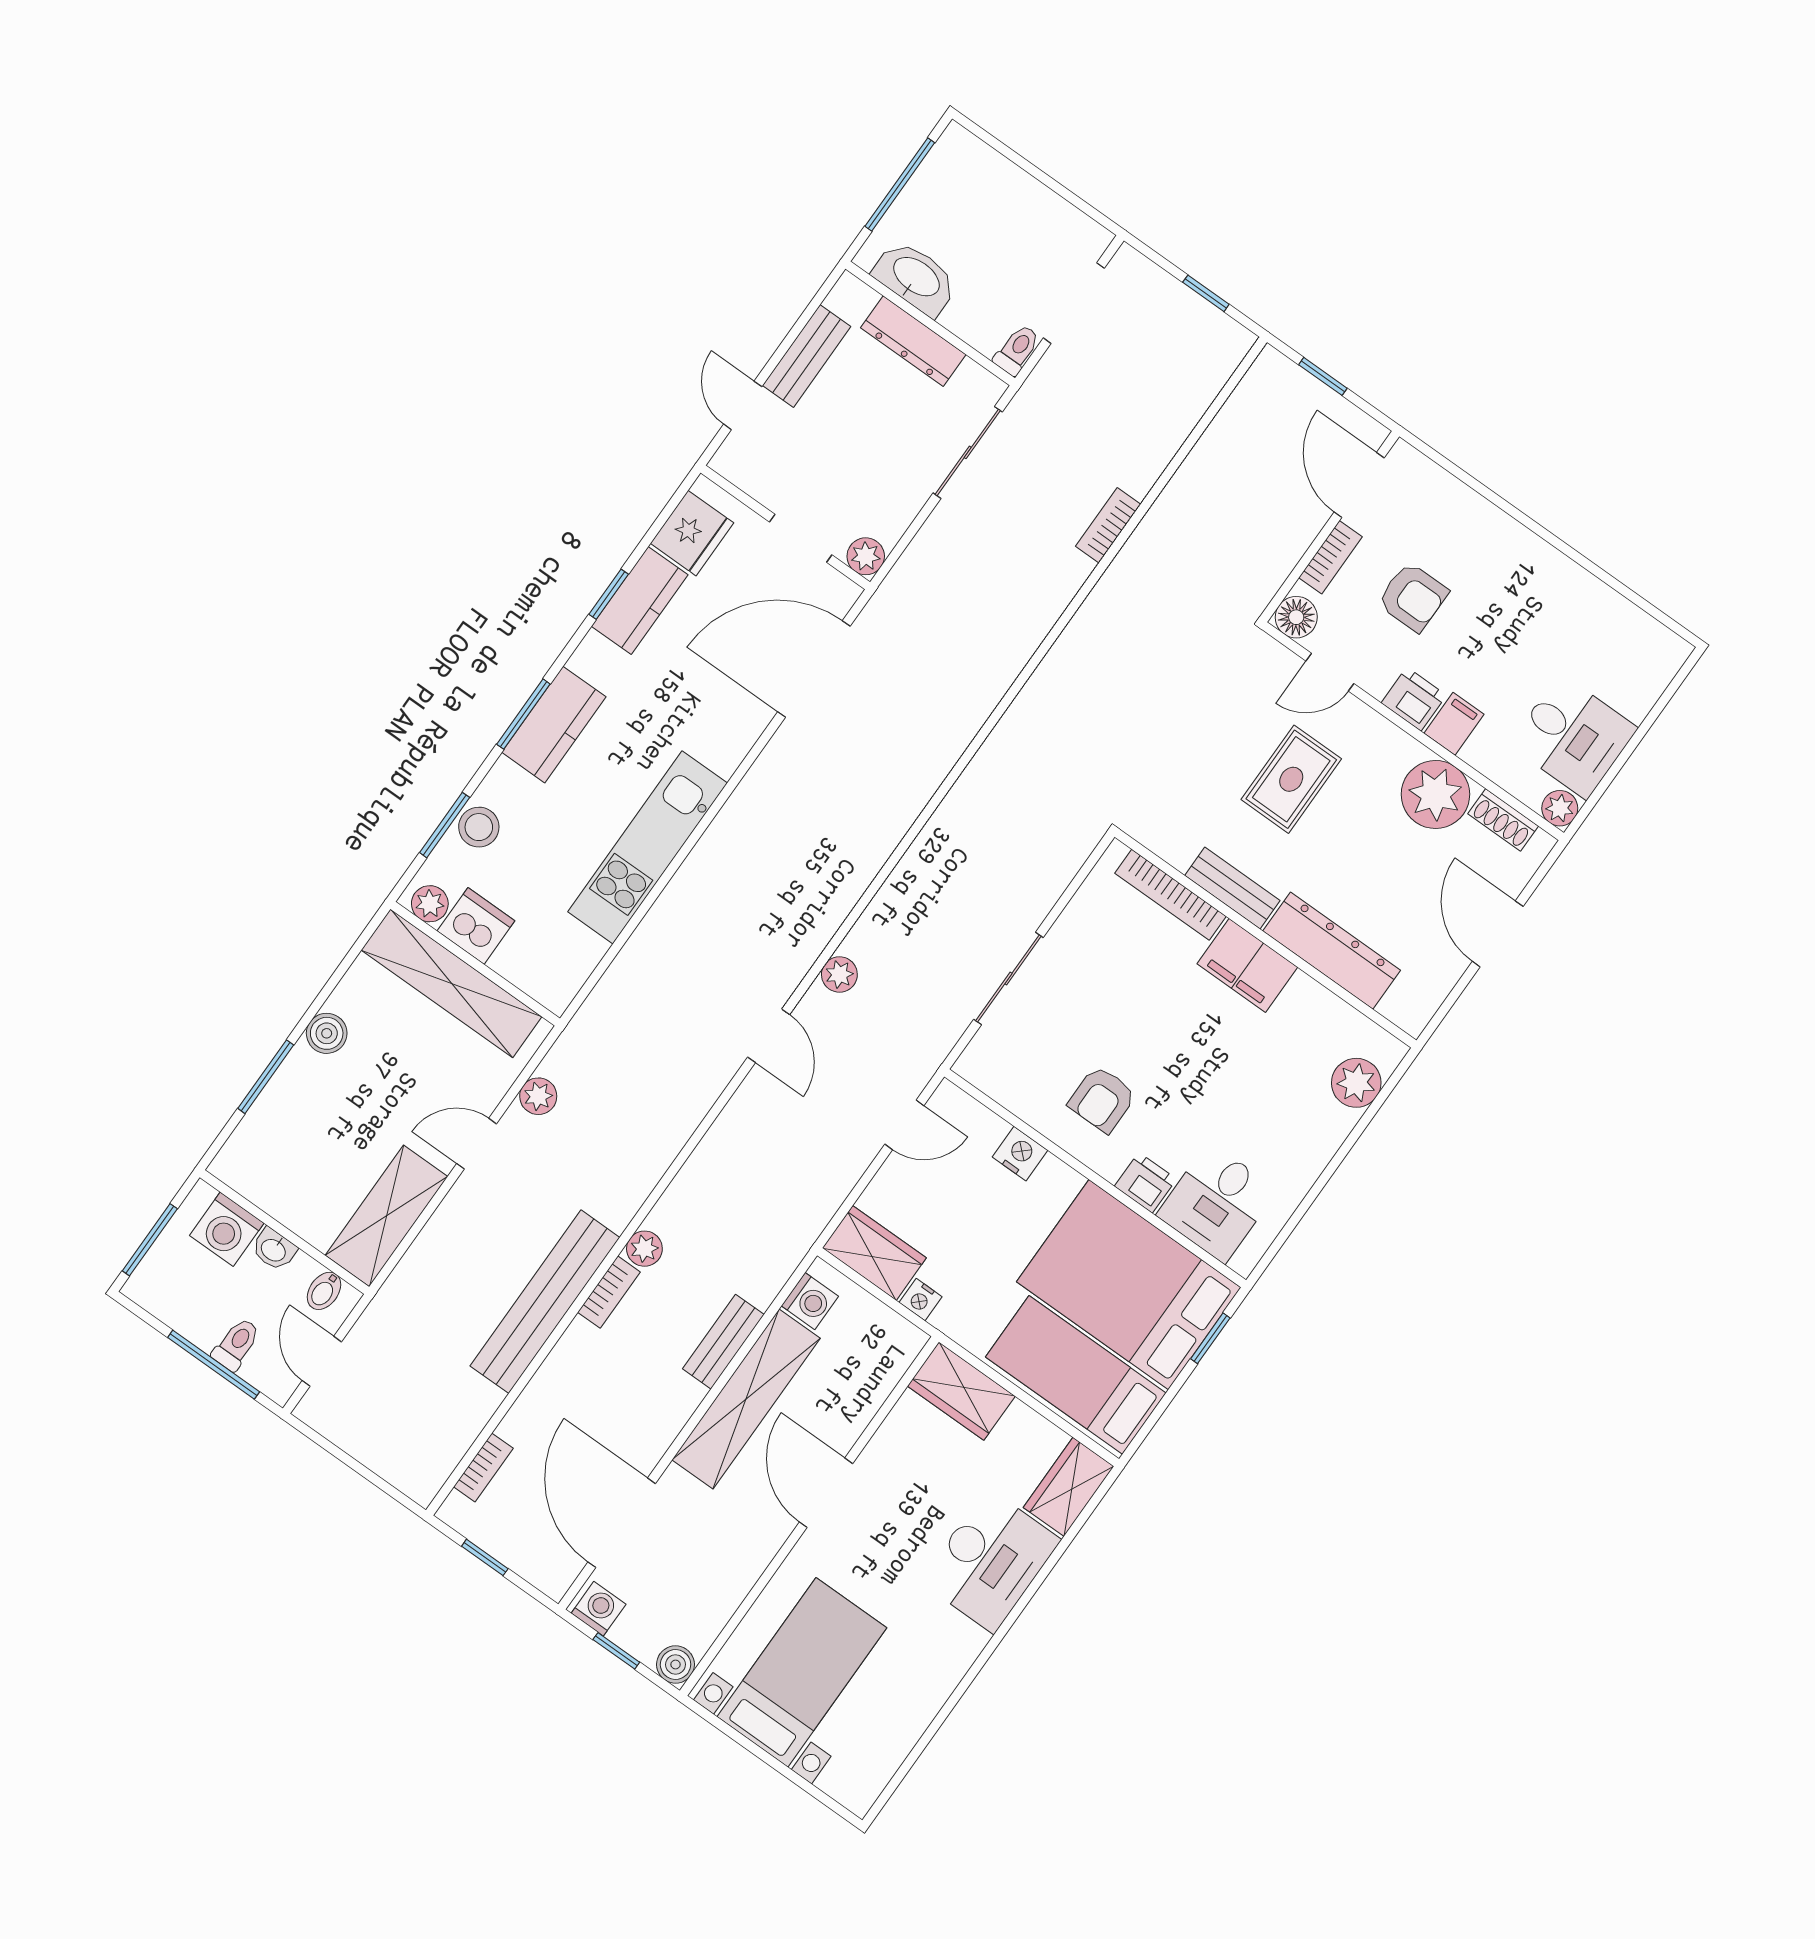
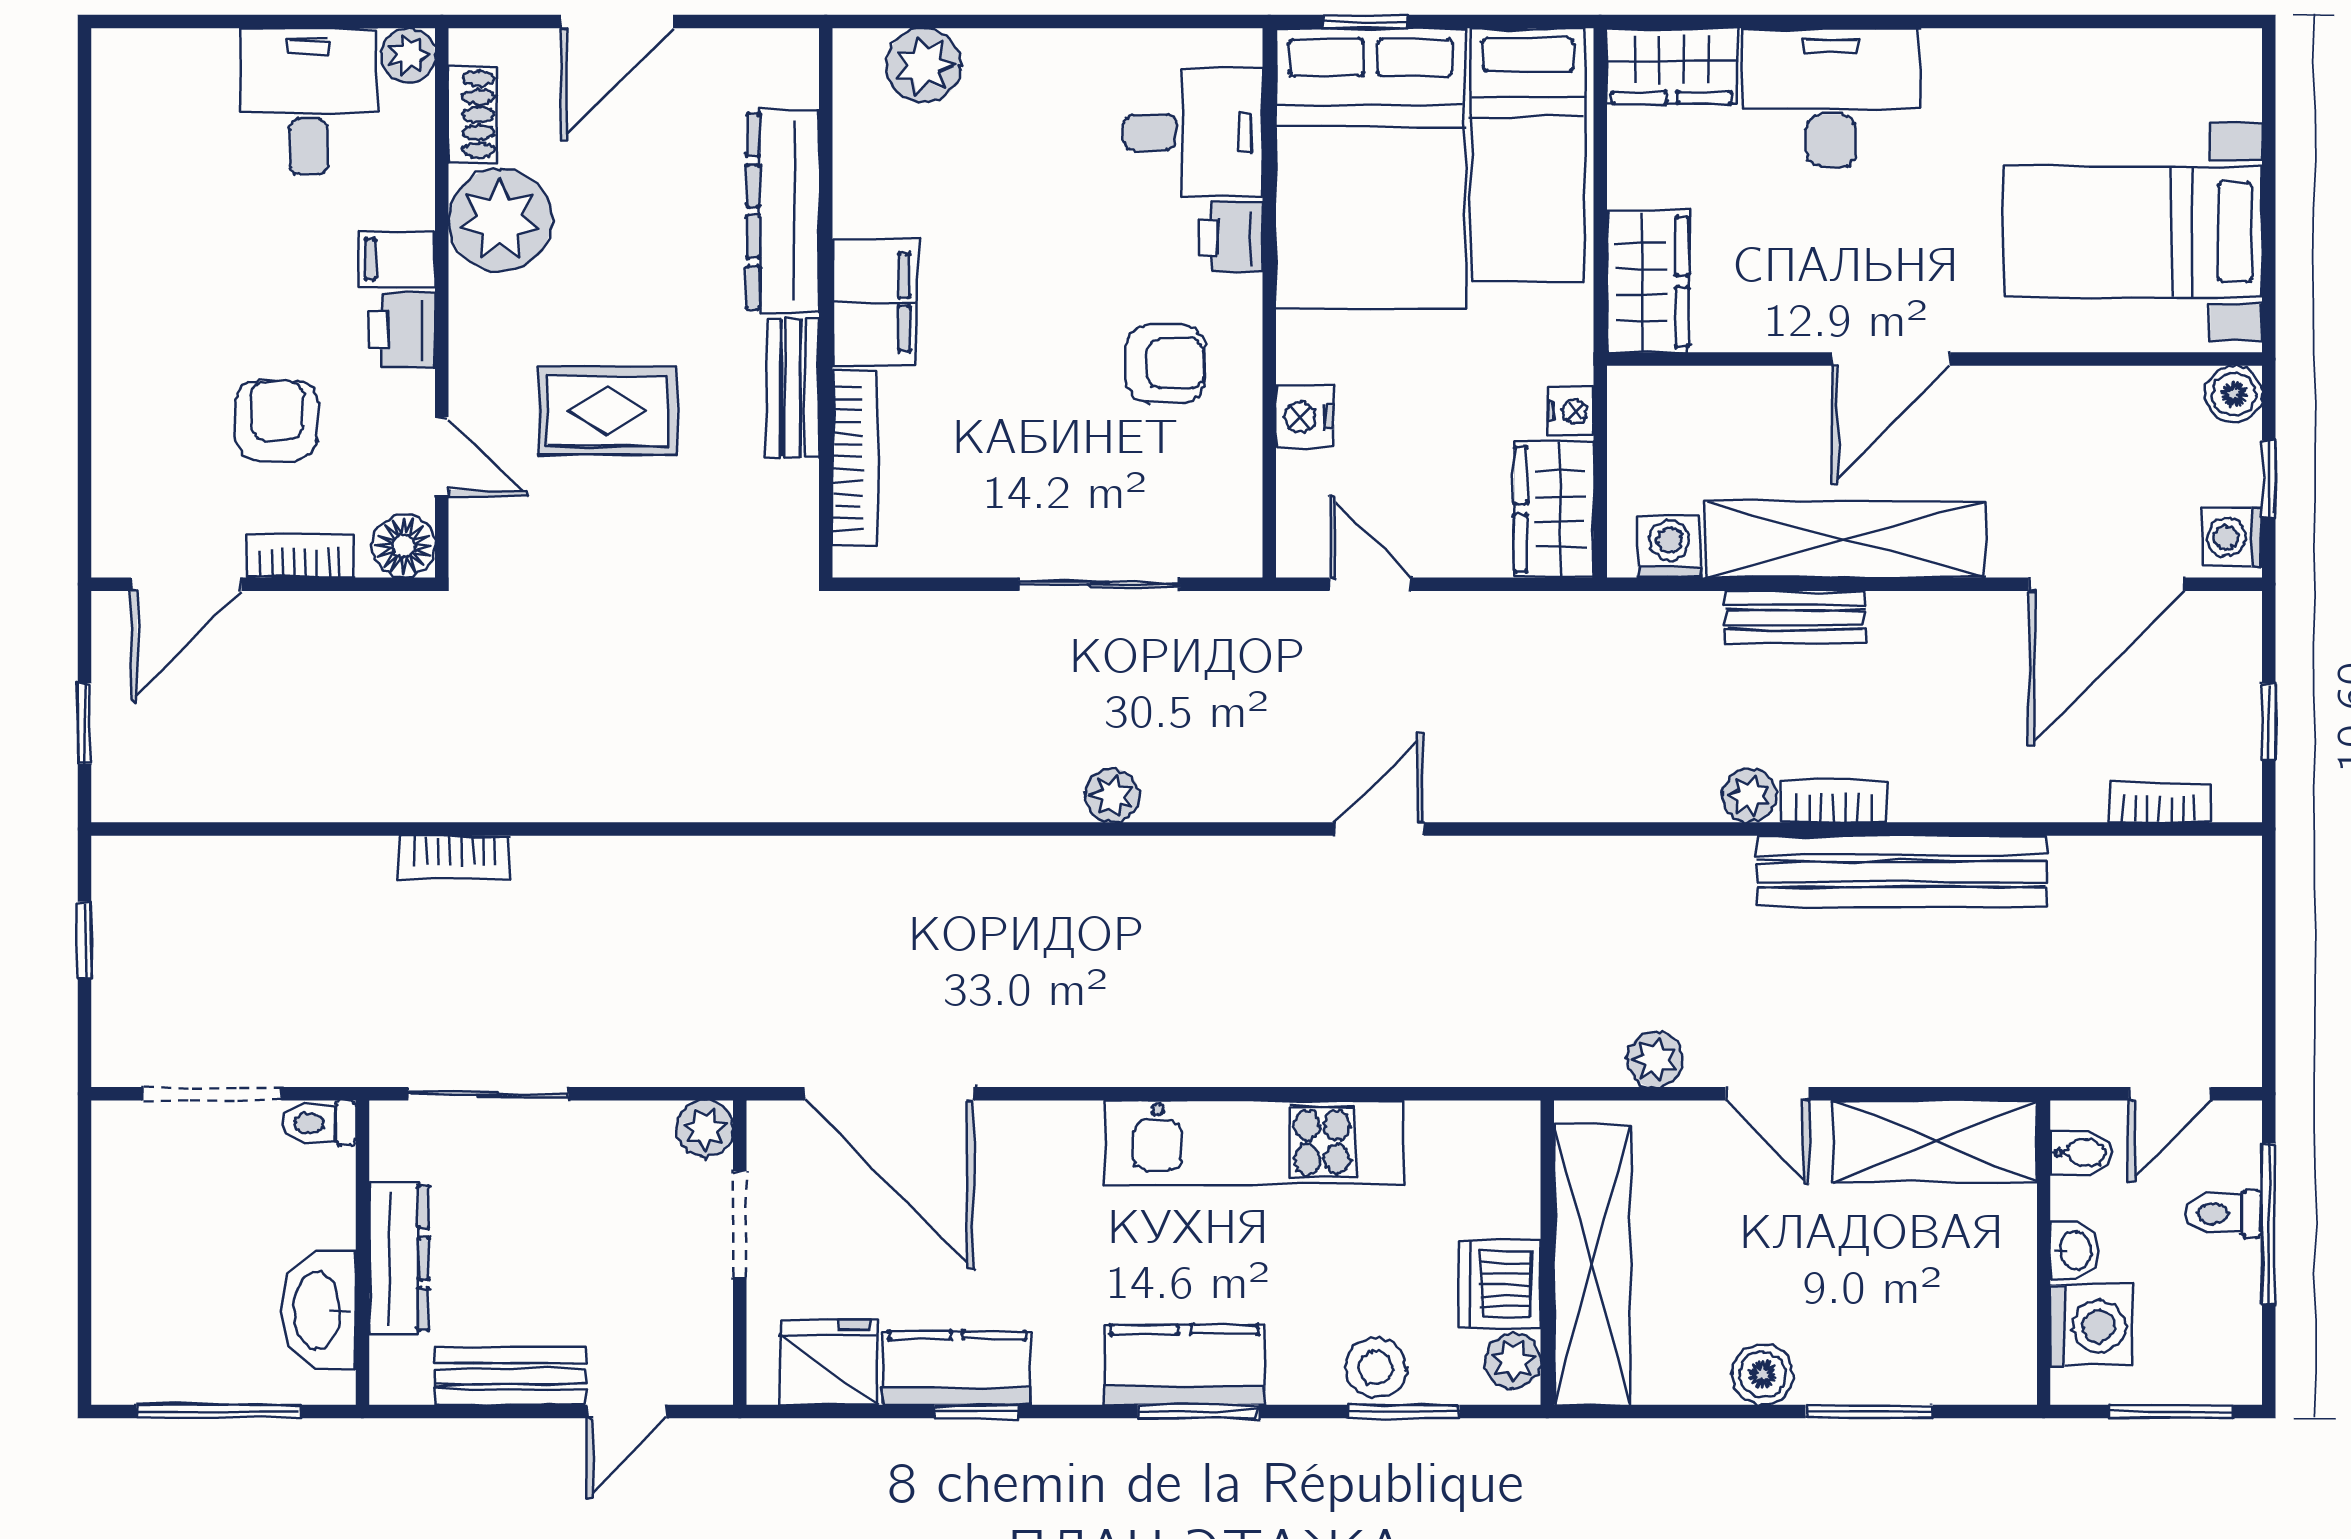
plant: (839, 974) -> (1112, 795), moved

